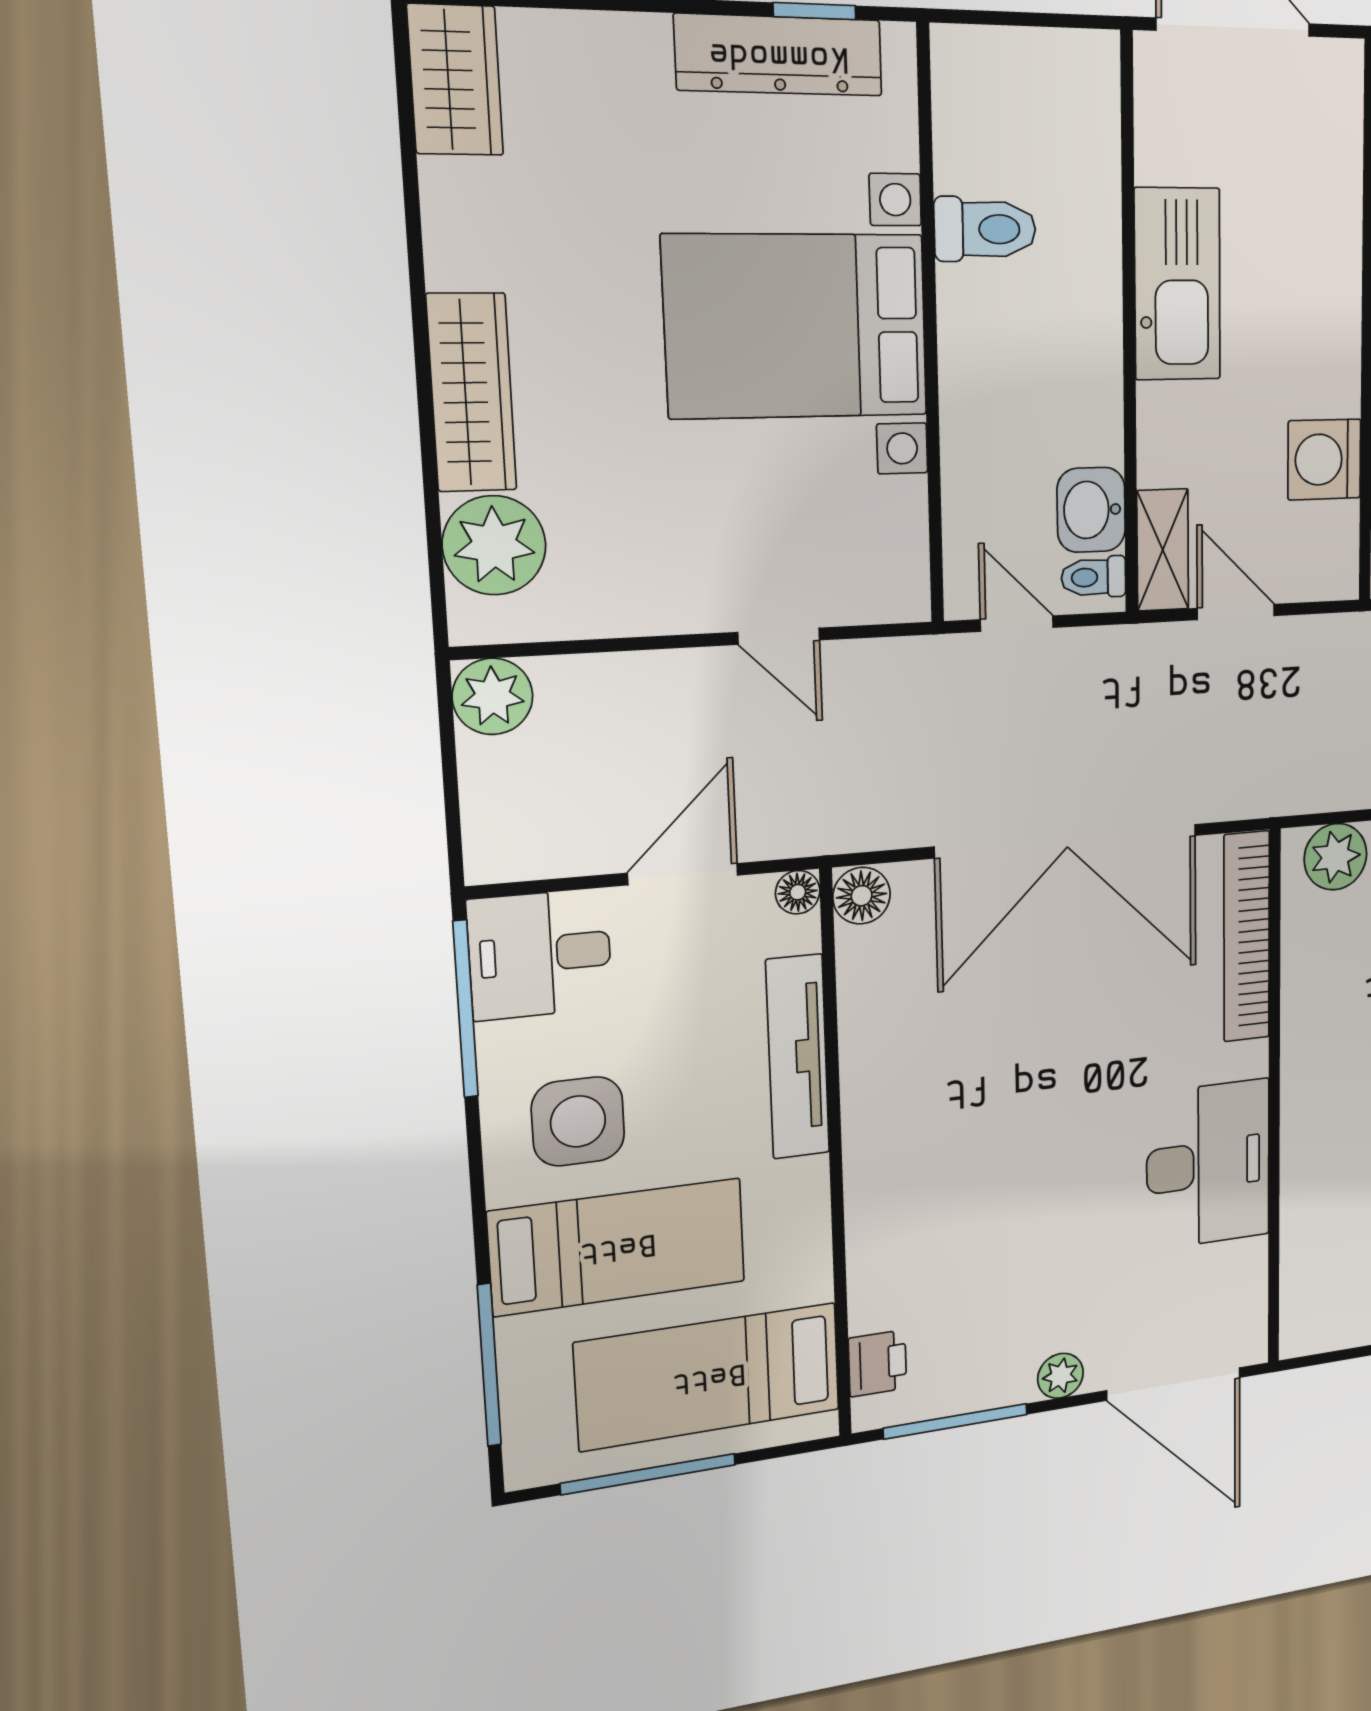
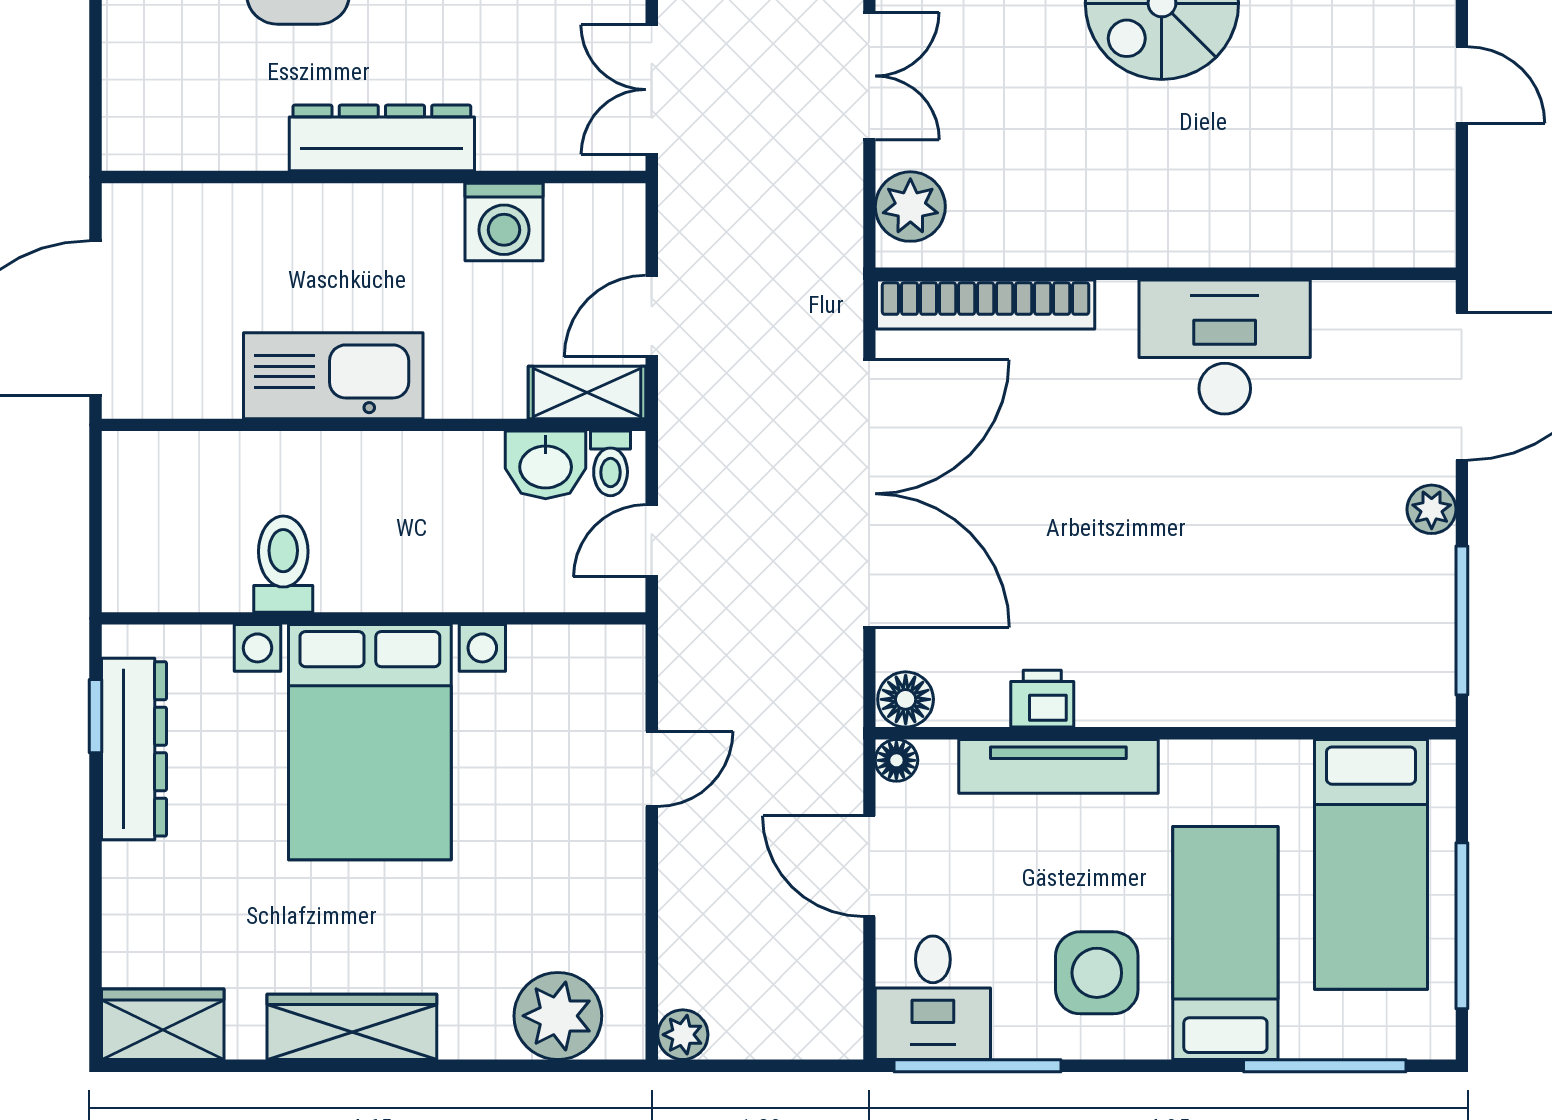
wardrobe: (472, 392) -> (352, 1027), moved
plant: (493, 696) -> (683, 1035), width x0.73, depth x0.73
printer: (877, 1363) -> (1042, 699), moved

